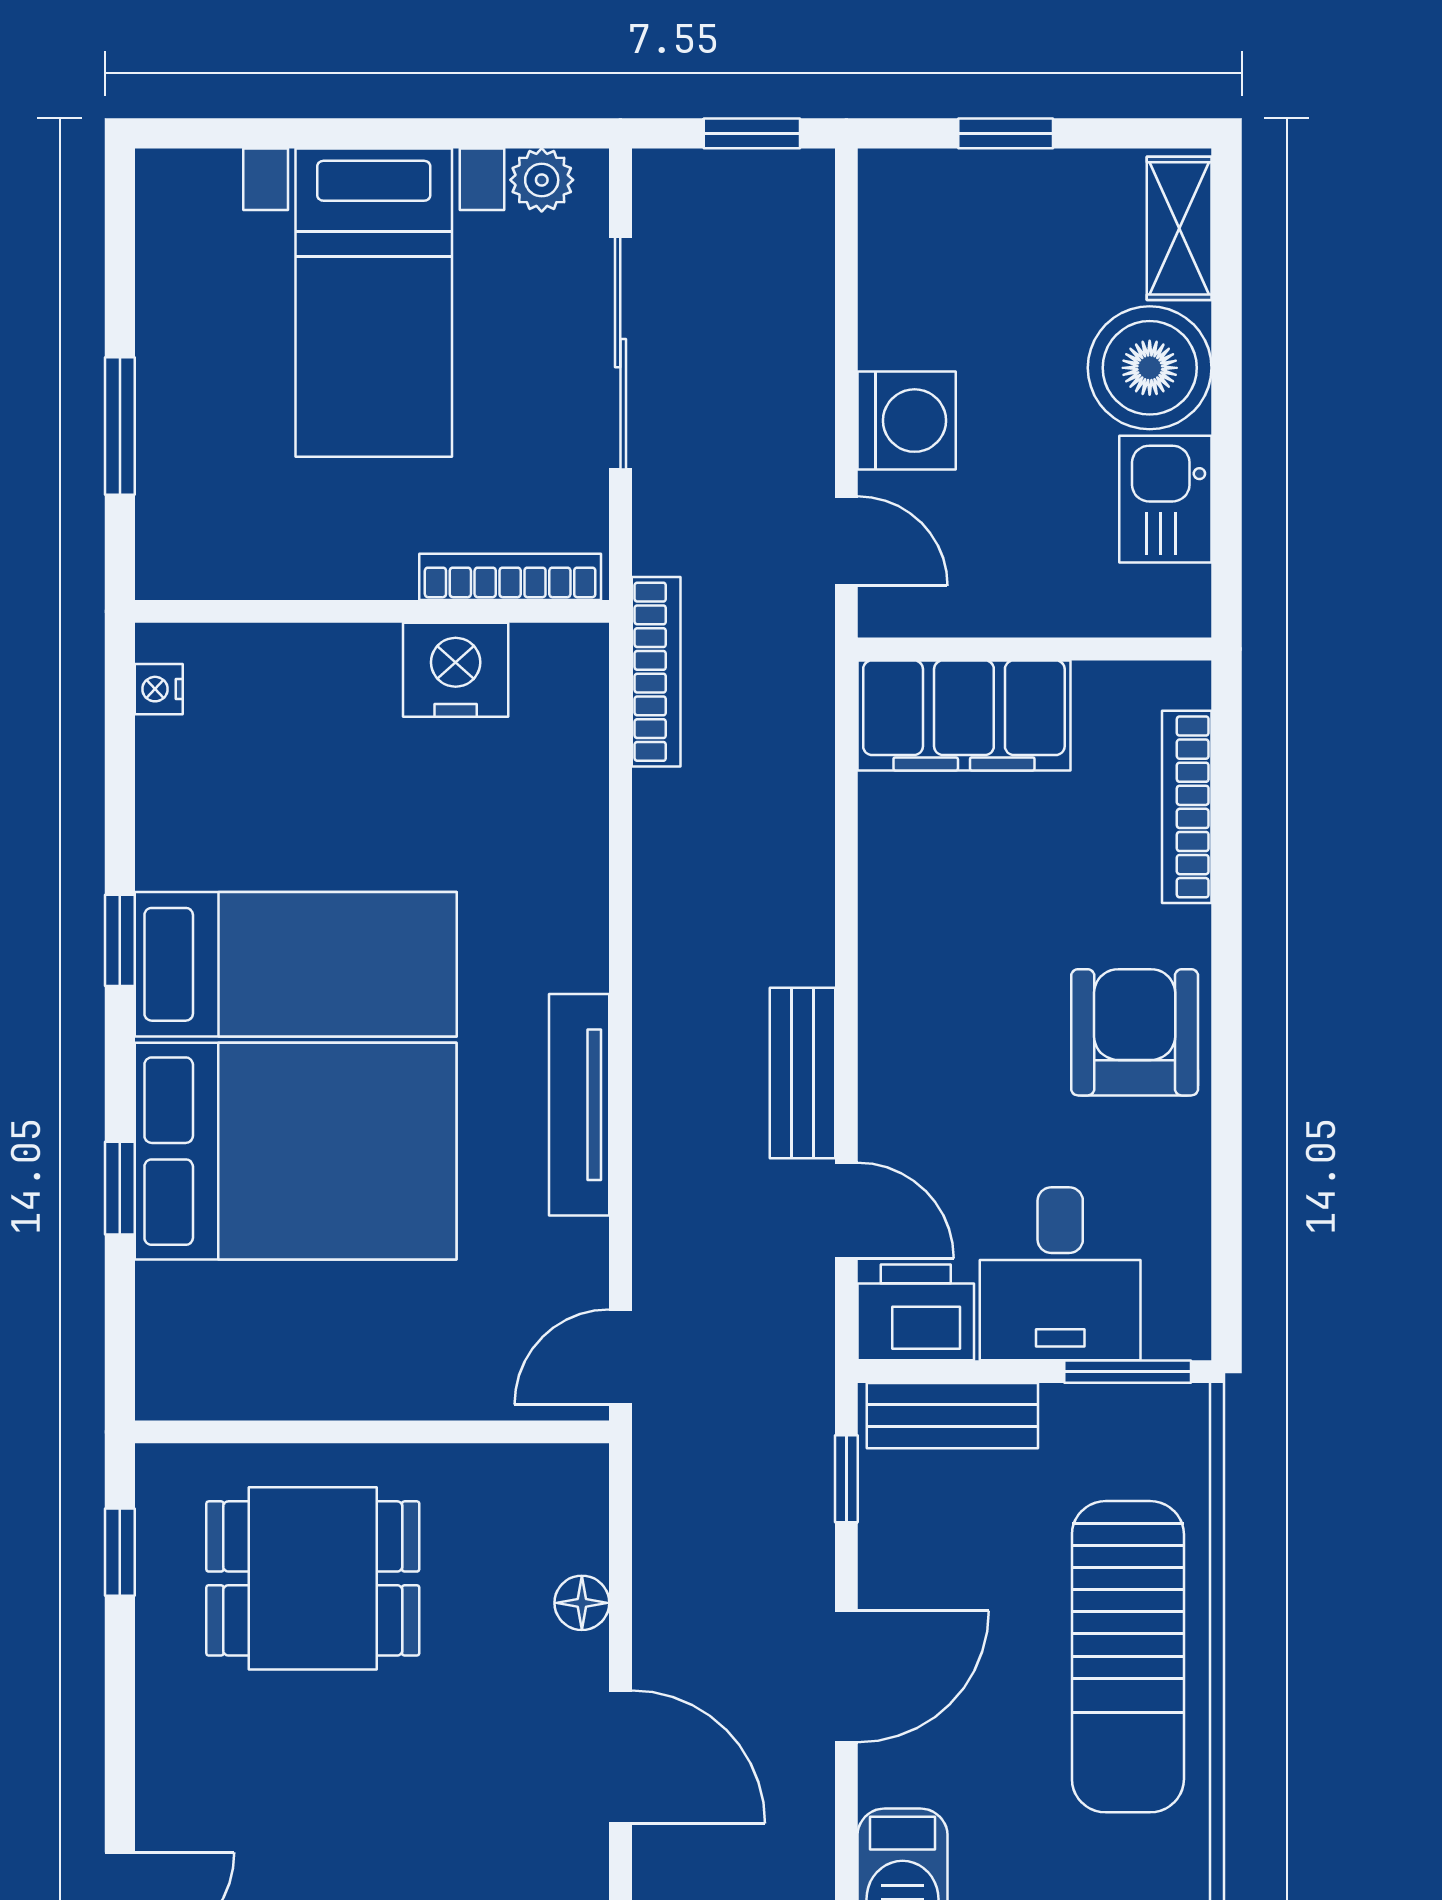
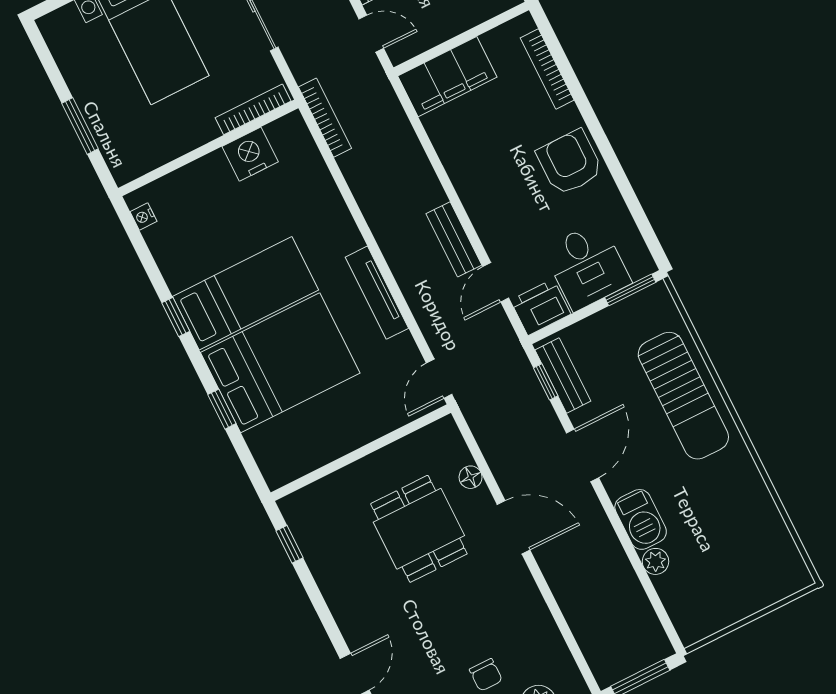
door: (846, 1211) -> (496, 282), swing flipped
bench: (952, 1416) -> (563, 376), moved, turned 90
dining table: (313, 1578) -> (419, 529), moved, turned 90

